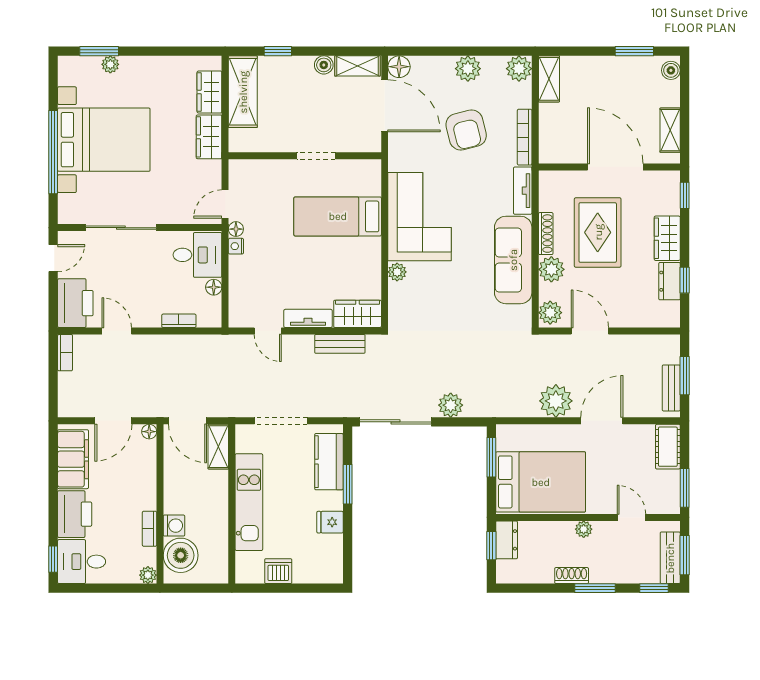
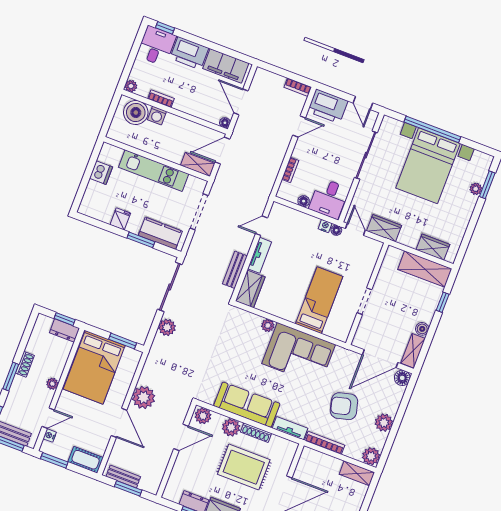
wardrobe: (209, 137) -> (384, 228), moved
nightstand: (654, 507) -> (50, 435), added

